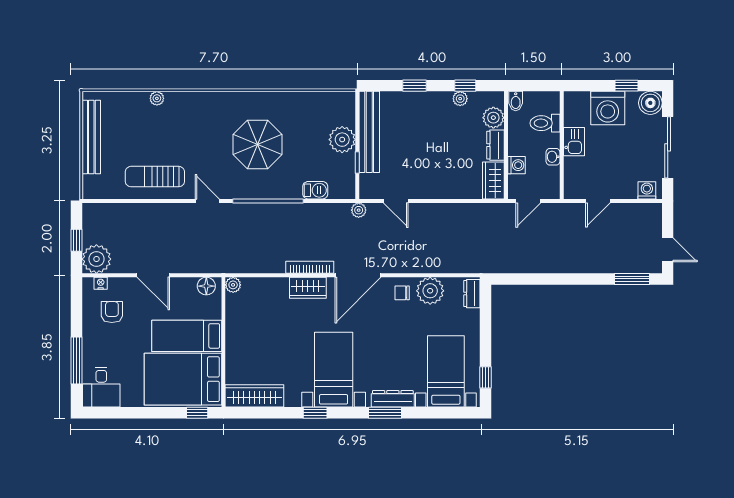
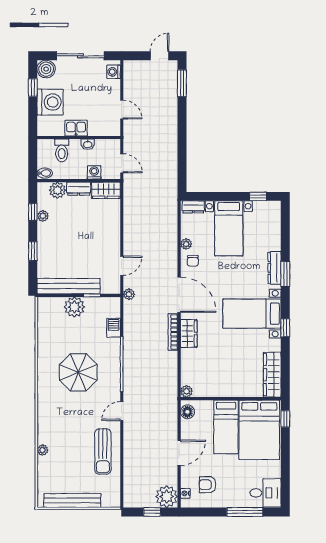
plant: (430, 291) -> (186, 244), width x0.53, depth x0.53
bed with nightstands: (446, 371) -> (229, 228), moved, turned -90

